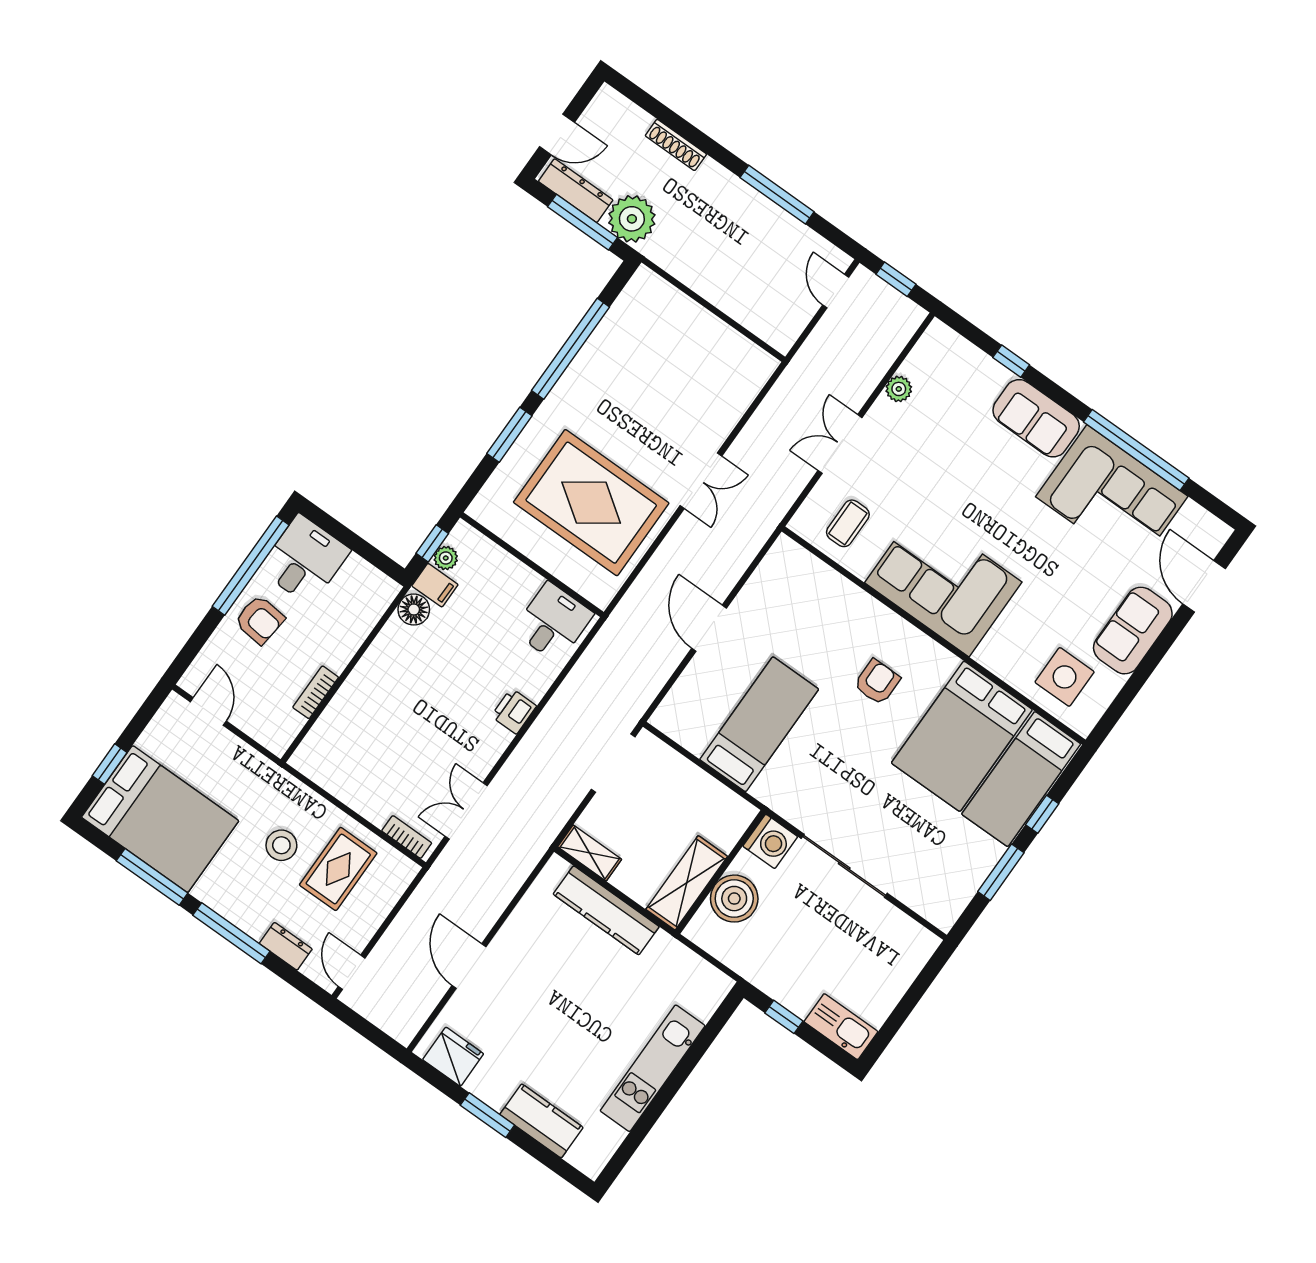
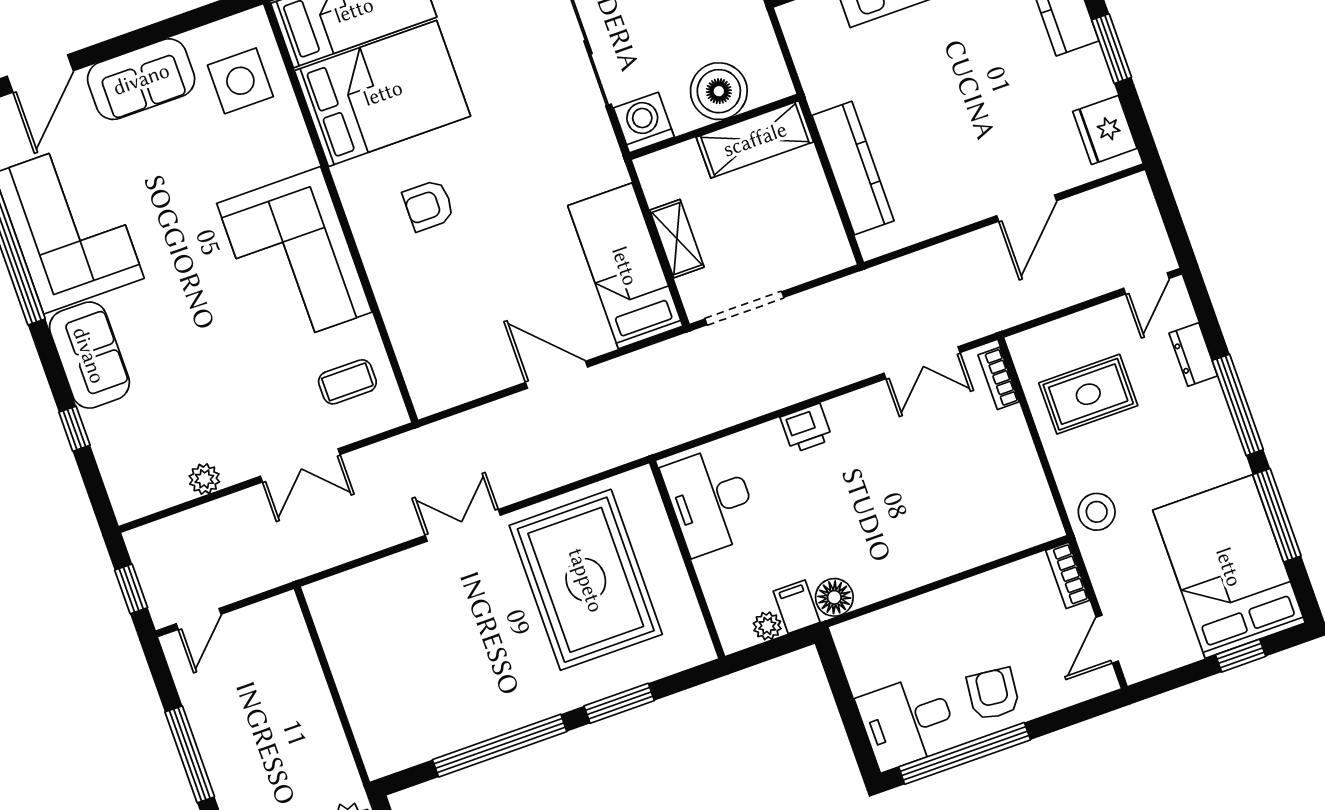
window: (432, 543) -> (770, 650), removed
desk: (553, 622) -> (711, 501), width x1.37
door: (709, 628) -> (556, 375), swing flipped
bookcase: (316, 692) -> (1068, 575), moved, turned 90
bed: (759, 724) -> (625, 266), moved, turned 90
stool: (281, 845) -> (1097, 512), moved
shelving: (590, 853) -> (677, 239), moved

